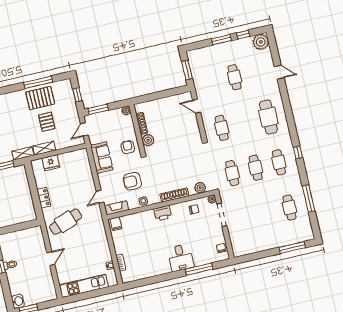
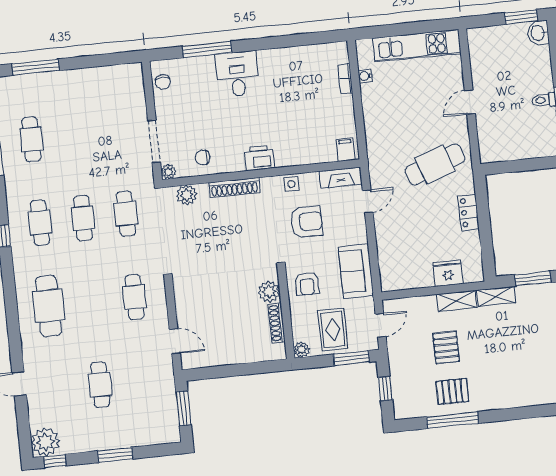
window: (243, 35) -> (55, 461), moved
pallet: (40, 98) -> (452, 391), width x0.67, depth x0.71
rug: (110, 124) -> (333, 330), added

